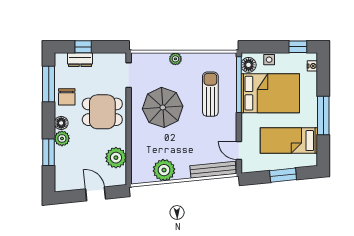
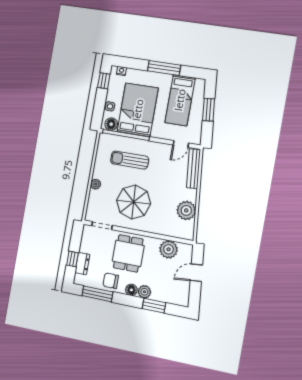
chair: (67, 97) -> (111, 281), turned 180

